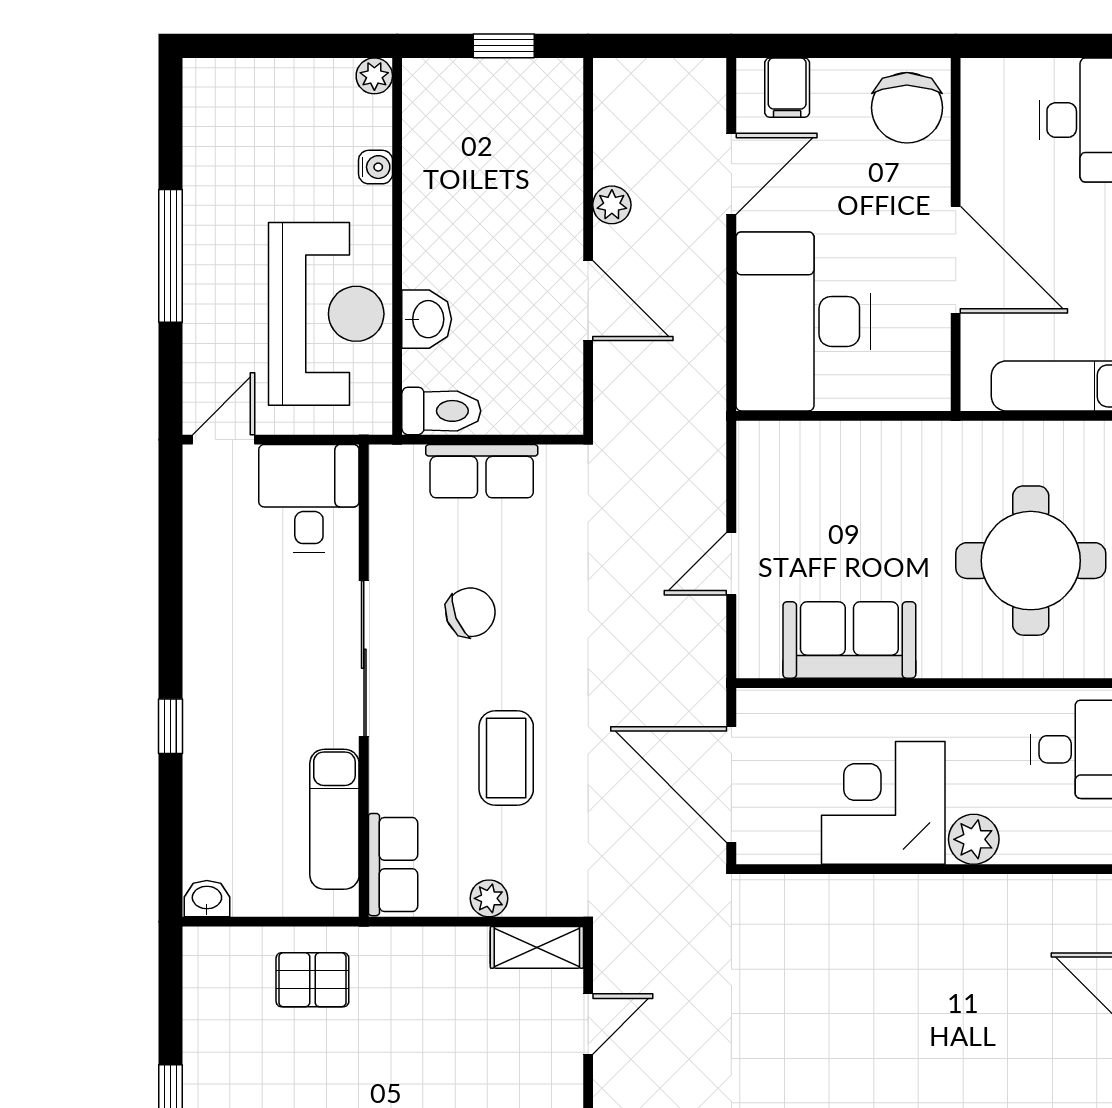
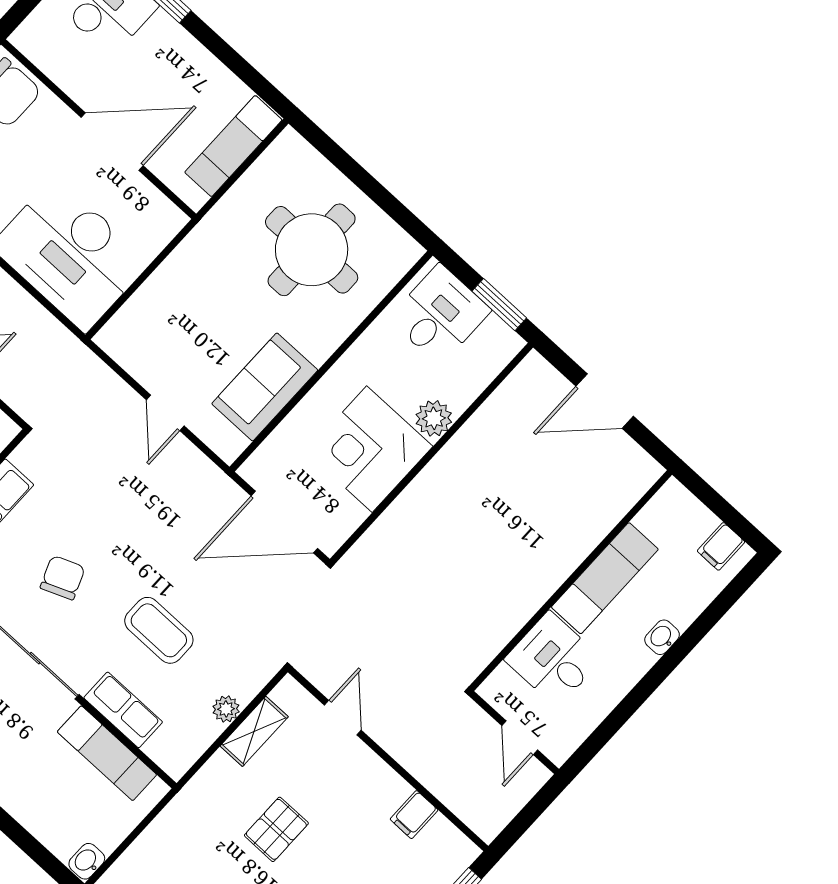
row of seats: (393, 865) -> (123, 710), moved
shelving: (537, 947) -> (254, 731), moved
pallet: (312, 980) -> (276, 829), moved

